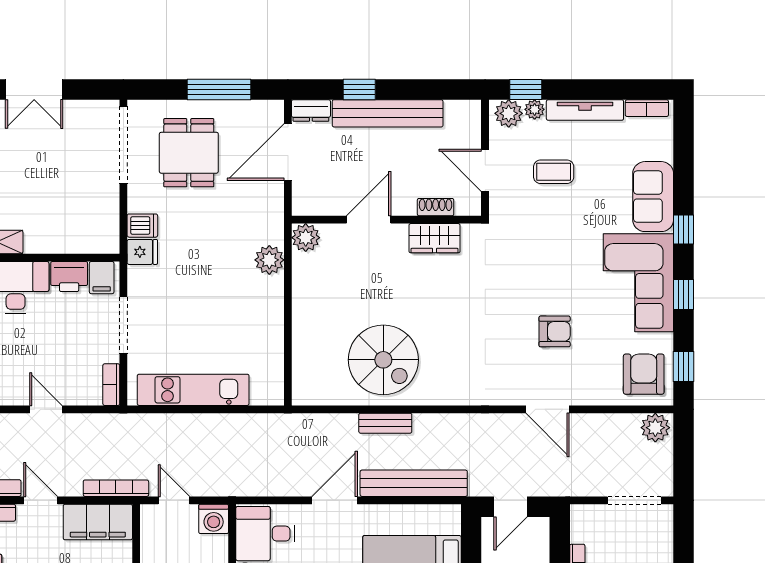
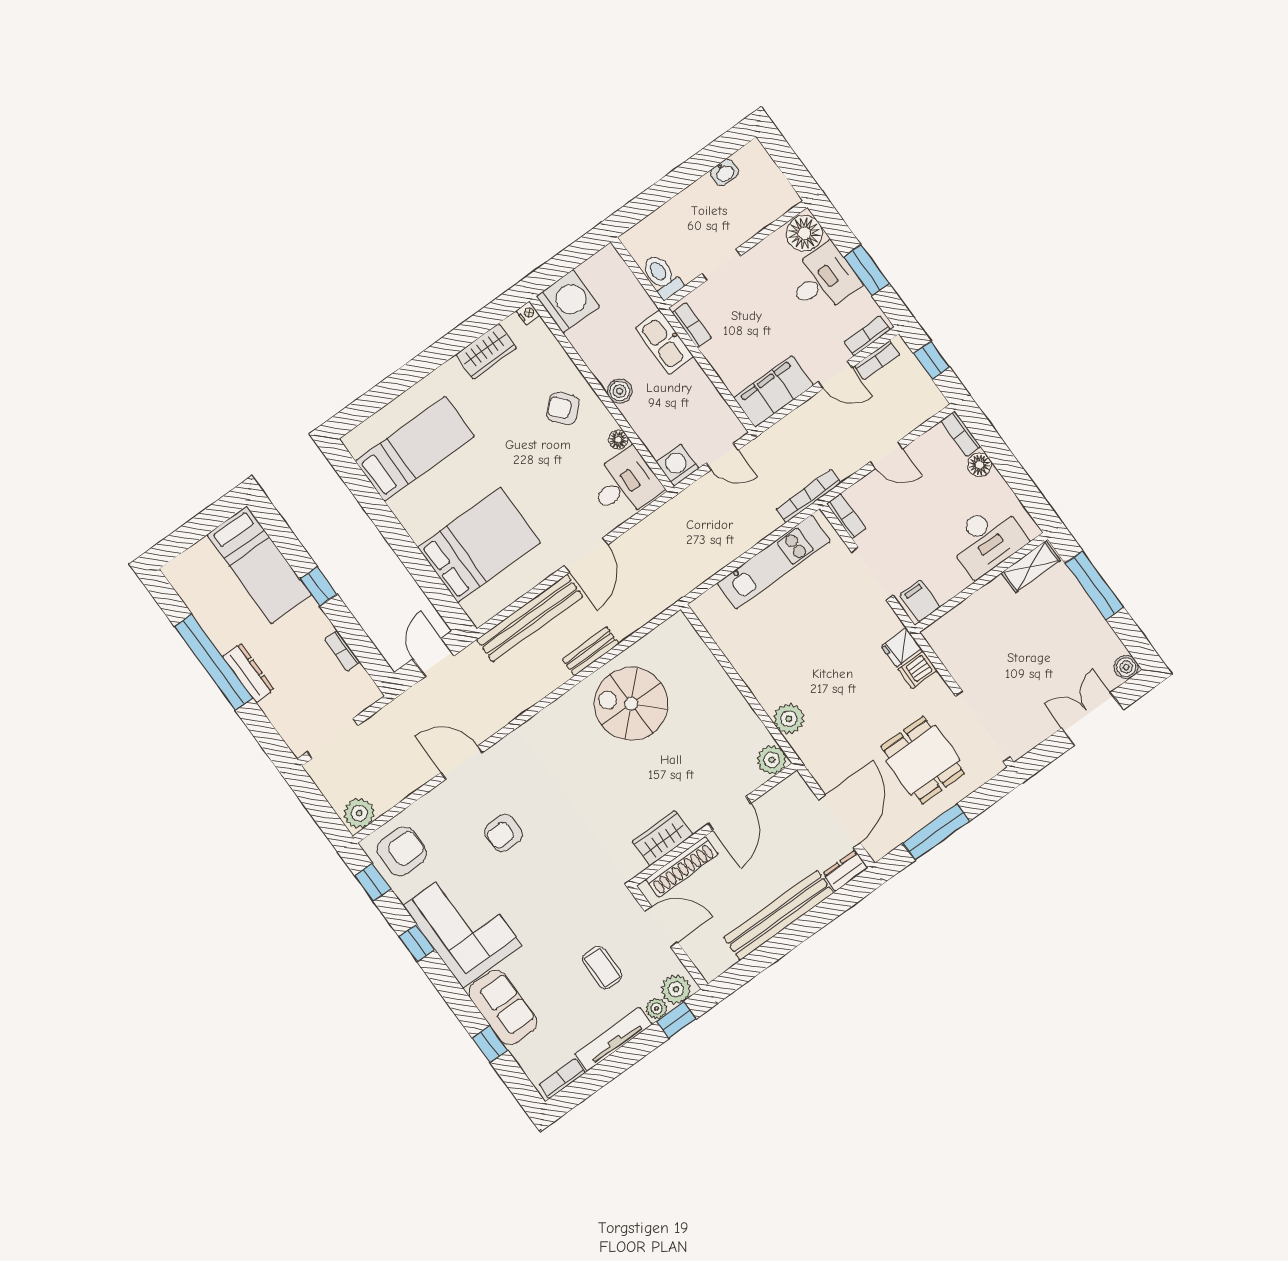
window: (359, 89) -> (817, 918), removed
coffee table: (554, 172) -> (602, 968), turned 90
shoe rack: (436, 207) -> (682, 867), width x1.94, depth x1.24
window: (684, 229) -> (490, 1044), moved
printer: (69, 277) -> (948, 582), removed
armchair: (644, 374) -> (402, 851), turned -90
bookcase: (116, 488) -> (808, 496), moved, turned 180

